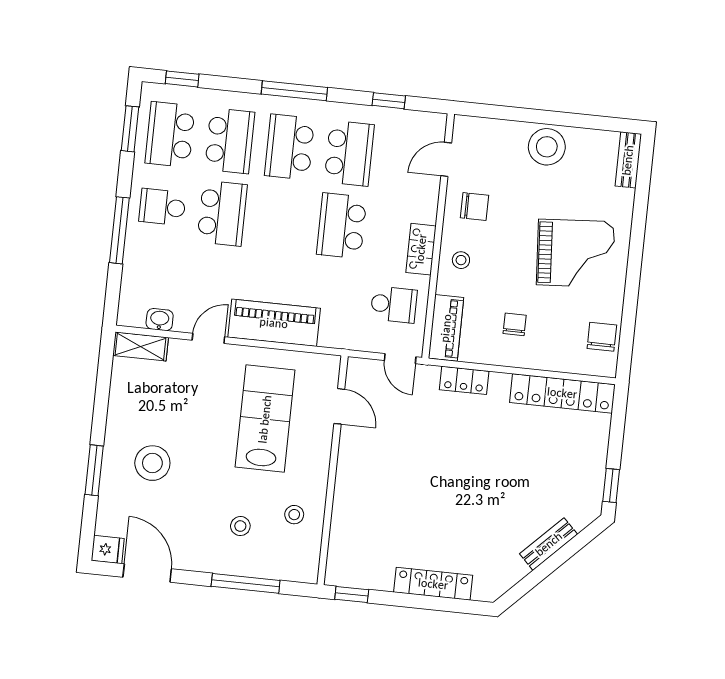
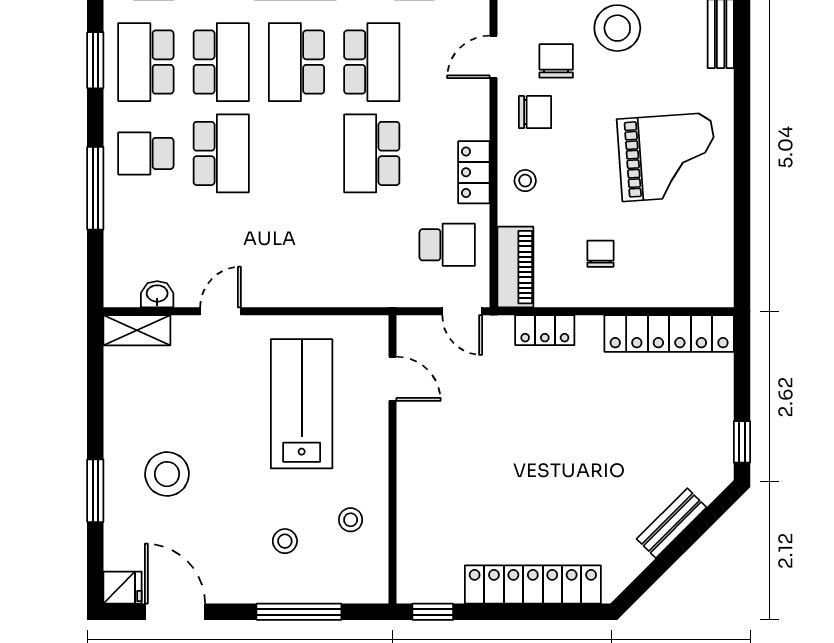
piano: (274, 323) -> (300, 283), removed
chair: (602, 337) -> (556, 61), moved
locker: (433, 584) -> (533, 584), width x1.41, depth x1.21

